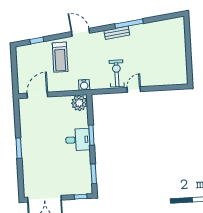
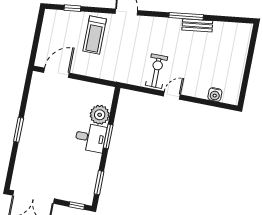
bench: (117, 33) -> (197, 25), moved
water cooler: (84, 85) -> (215, 95), moved
plant: (79, 103) -> (100, 115), moved

